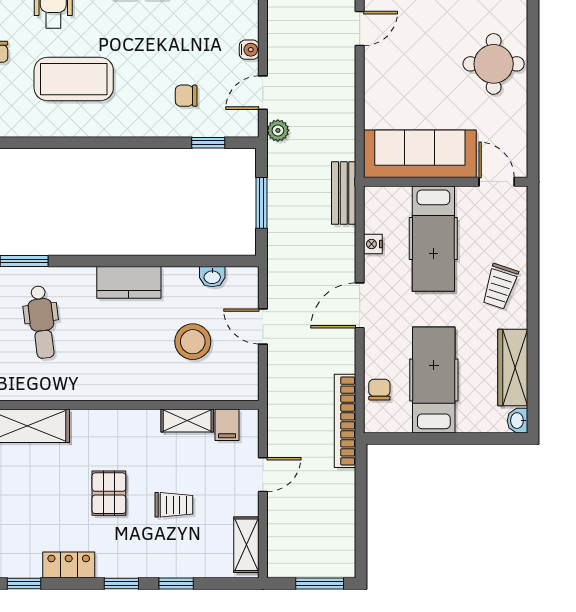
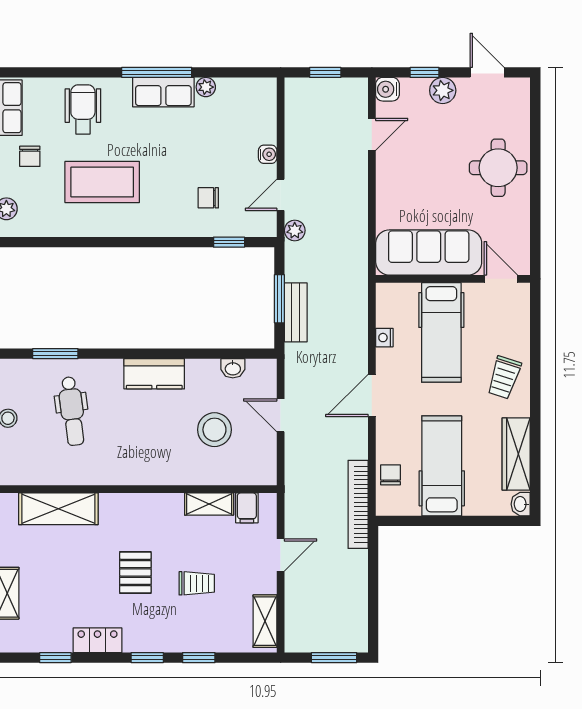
bench: (344, 193) -> (296, 312), moved

